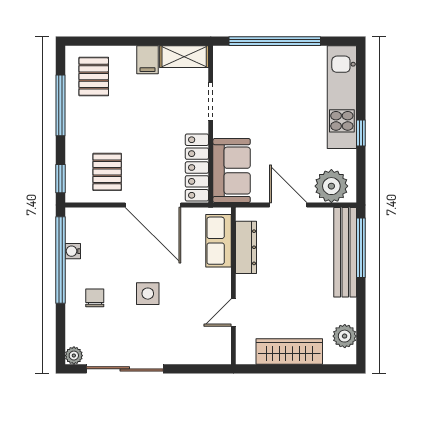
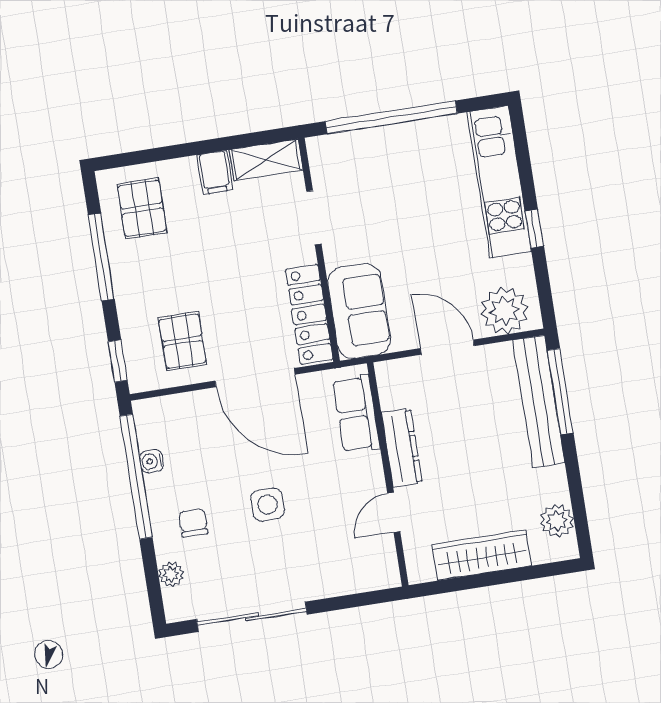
dresser: (246, 247) -> (402, 448), moved
plant: (74, 356) -> (171, 574), moved

